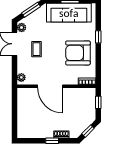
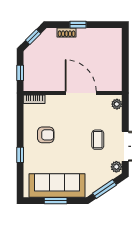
armchair: (78, 53) -> (46, 135), width x0.53, depth x0.53

